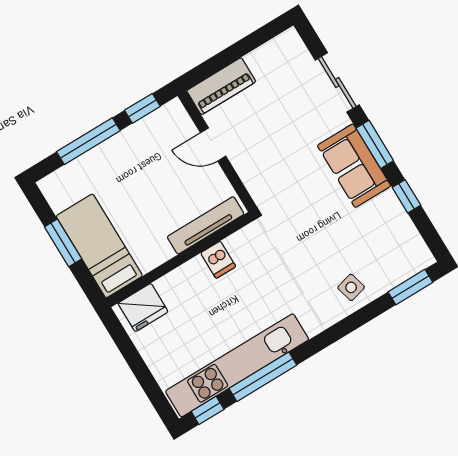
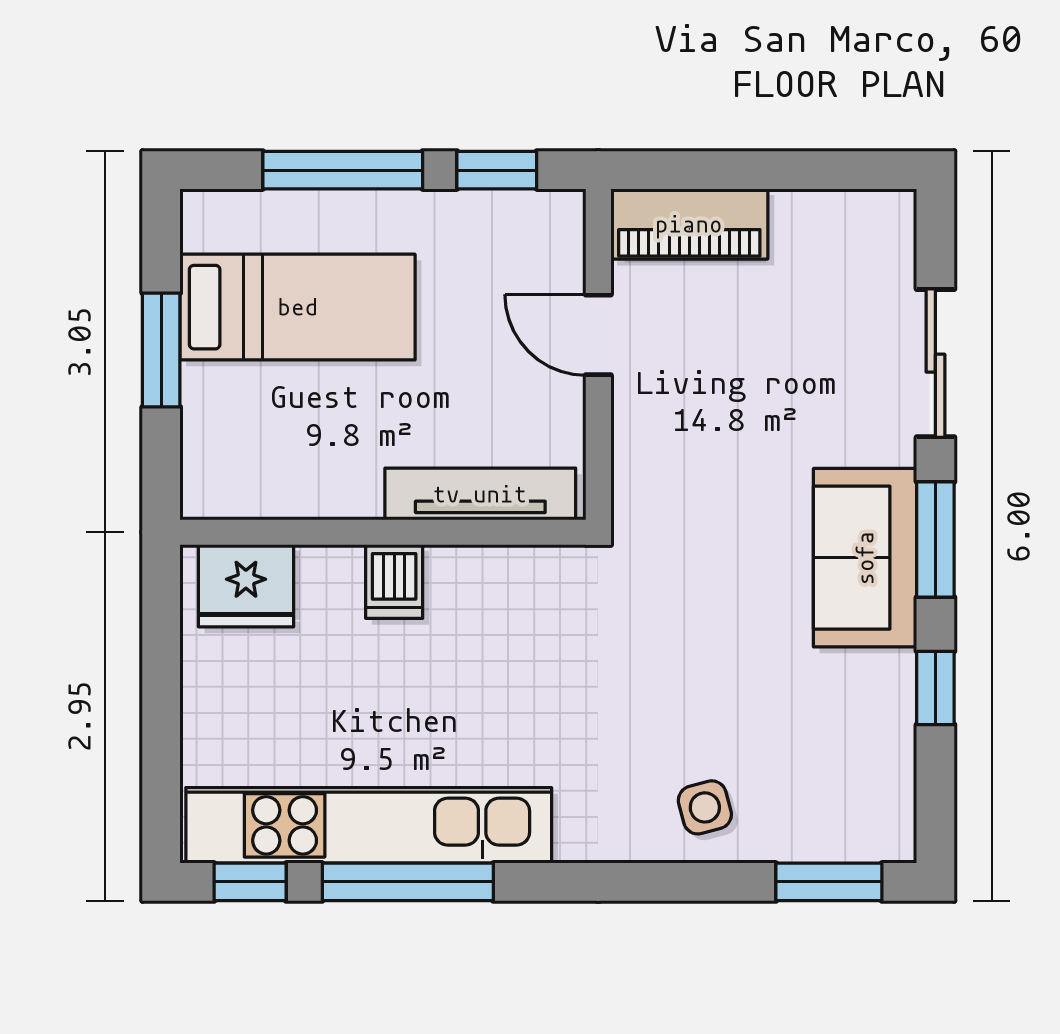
bed: (99, 246) -> (298, 307), moved, turned 90
dishwasher: (218, 260) -> (394, 582), moved

